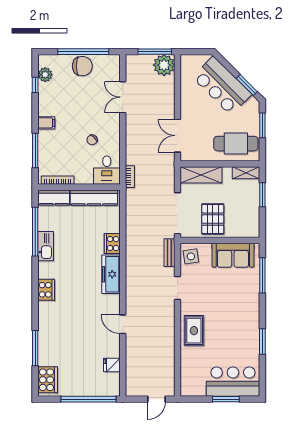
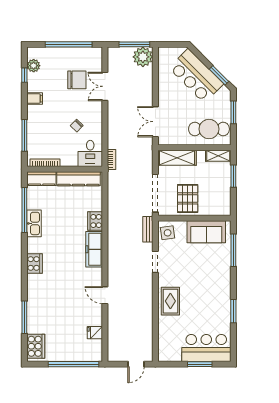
chair: (82, 66) -> (77, 80), moved
filing cabinet: (46, 123) -> (35, 99), moved

